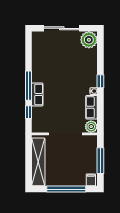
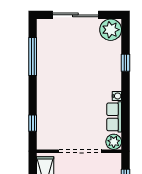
window: (100, 81) -> (125, 63), moved
window: (29, 86) -> (33, 56), moved
row of seats: (37, 94) -> (44, 100), removed

